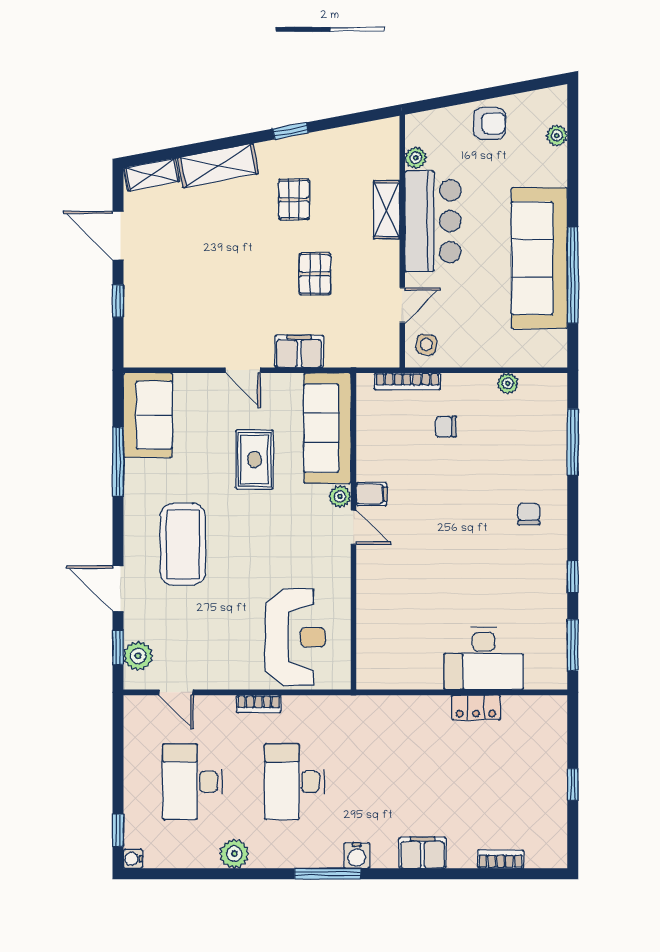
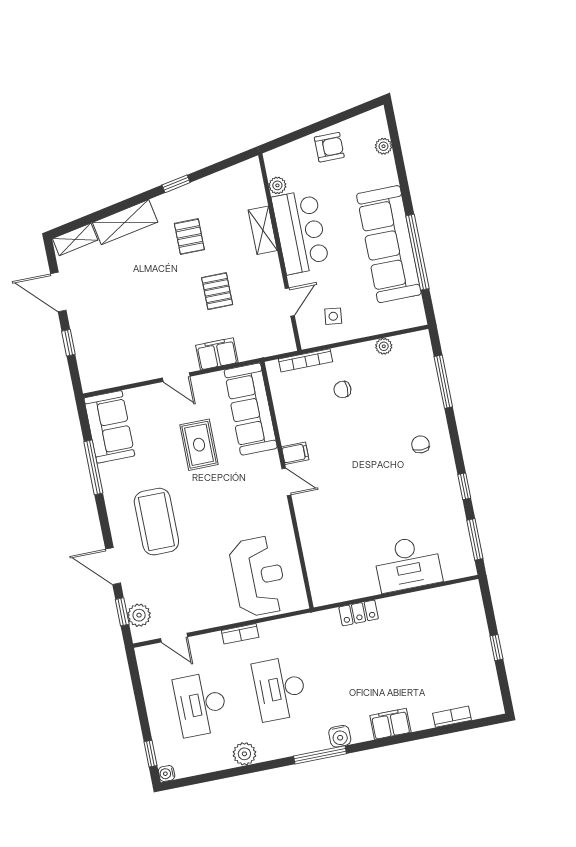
side table: (426, 344) -> (333, 316), moved
plant: (340, 496) -> (271, 460), removed
locker: (476, 707) -> (359, 613), moved

